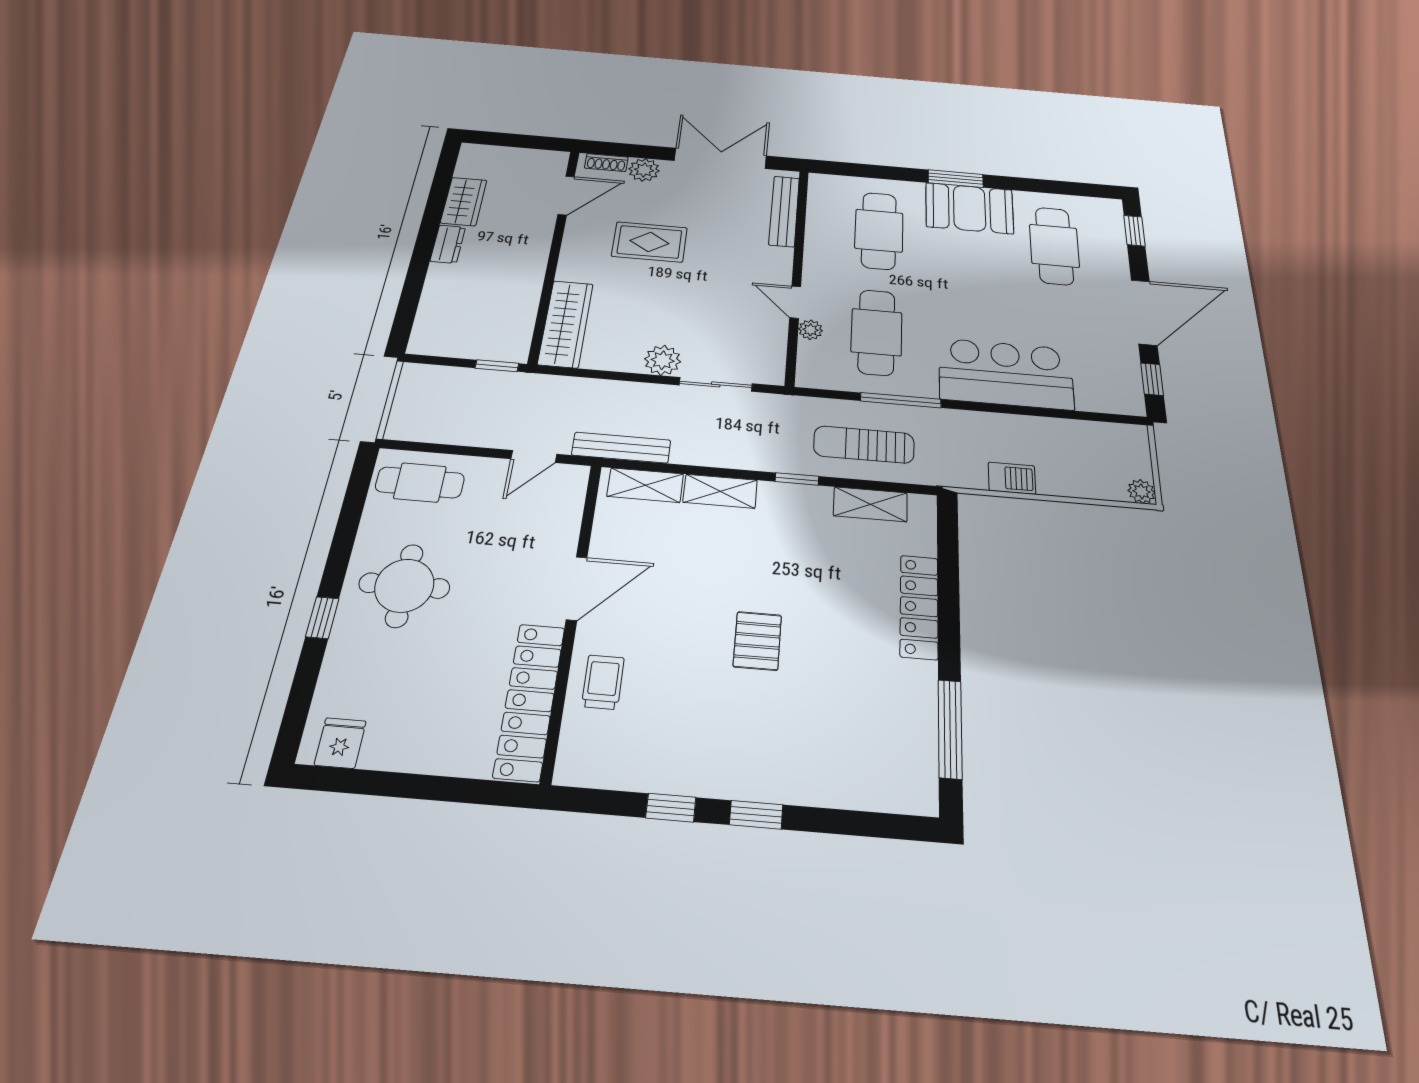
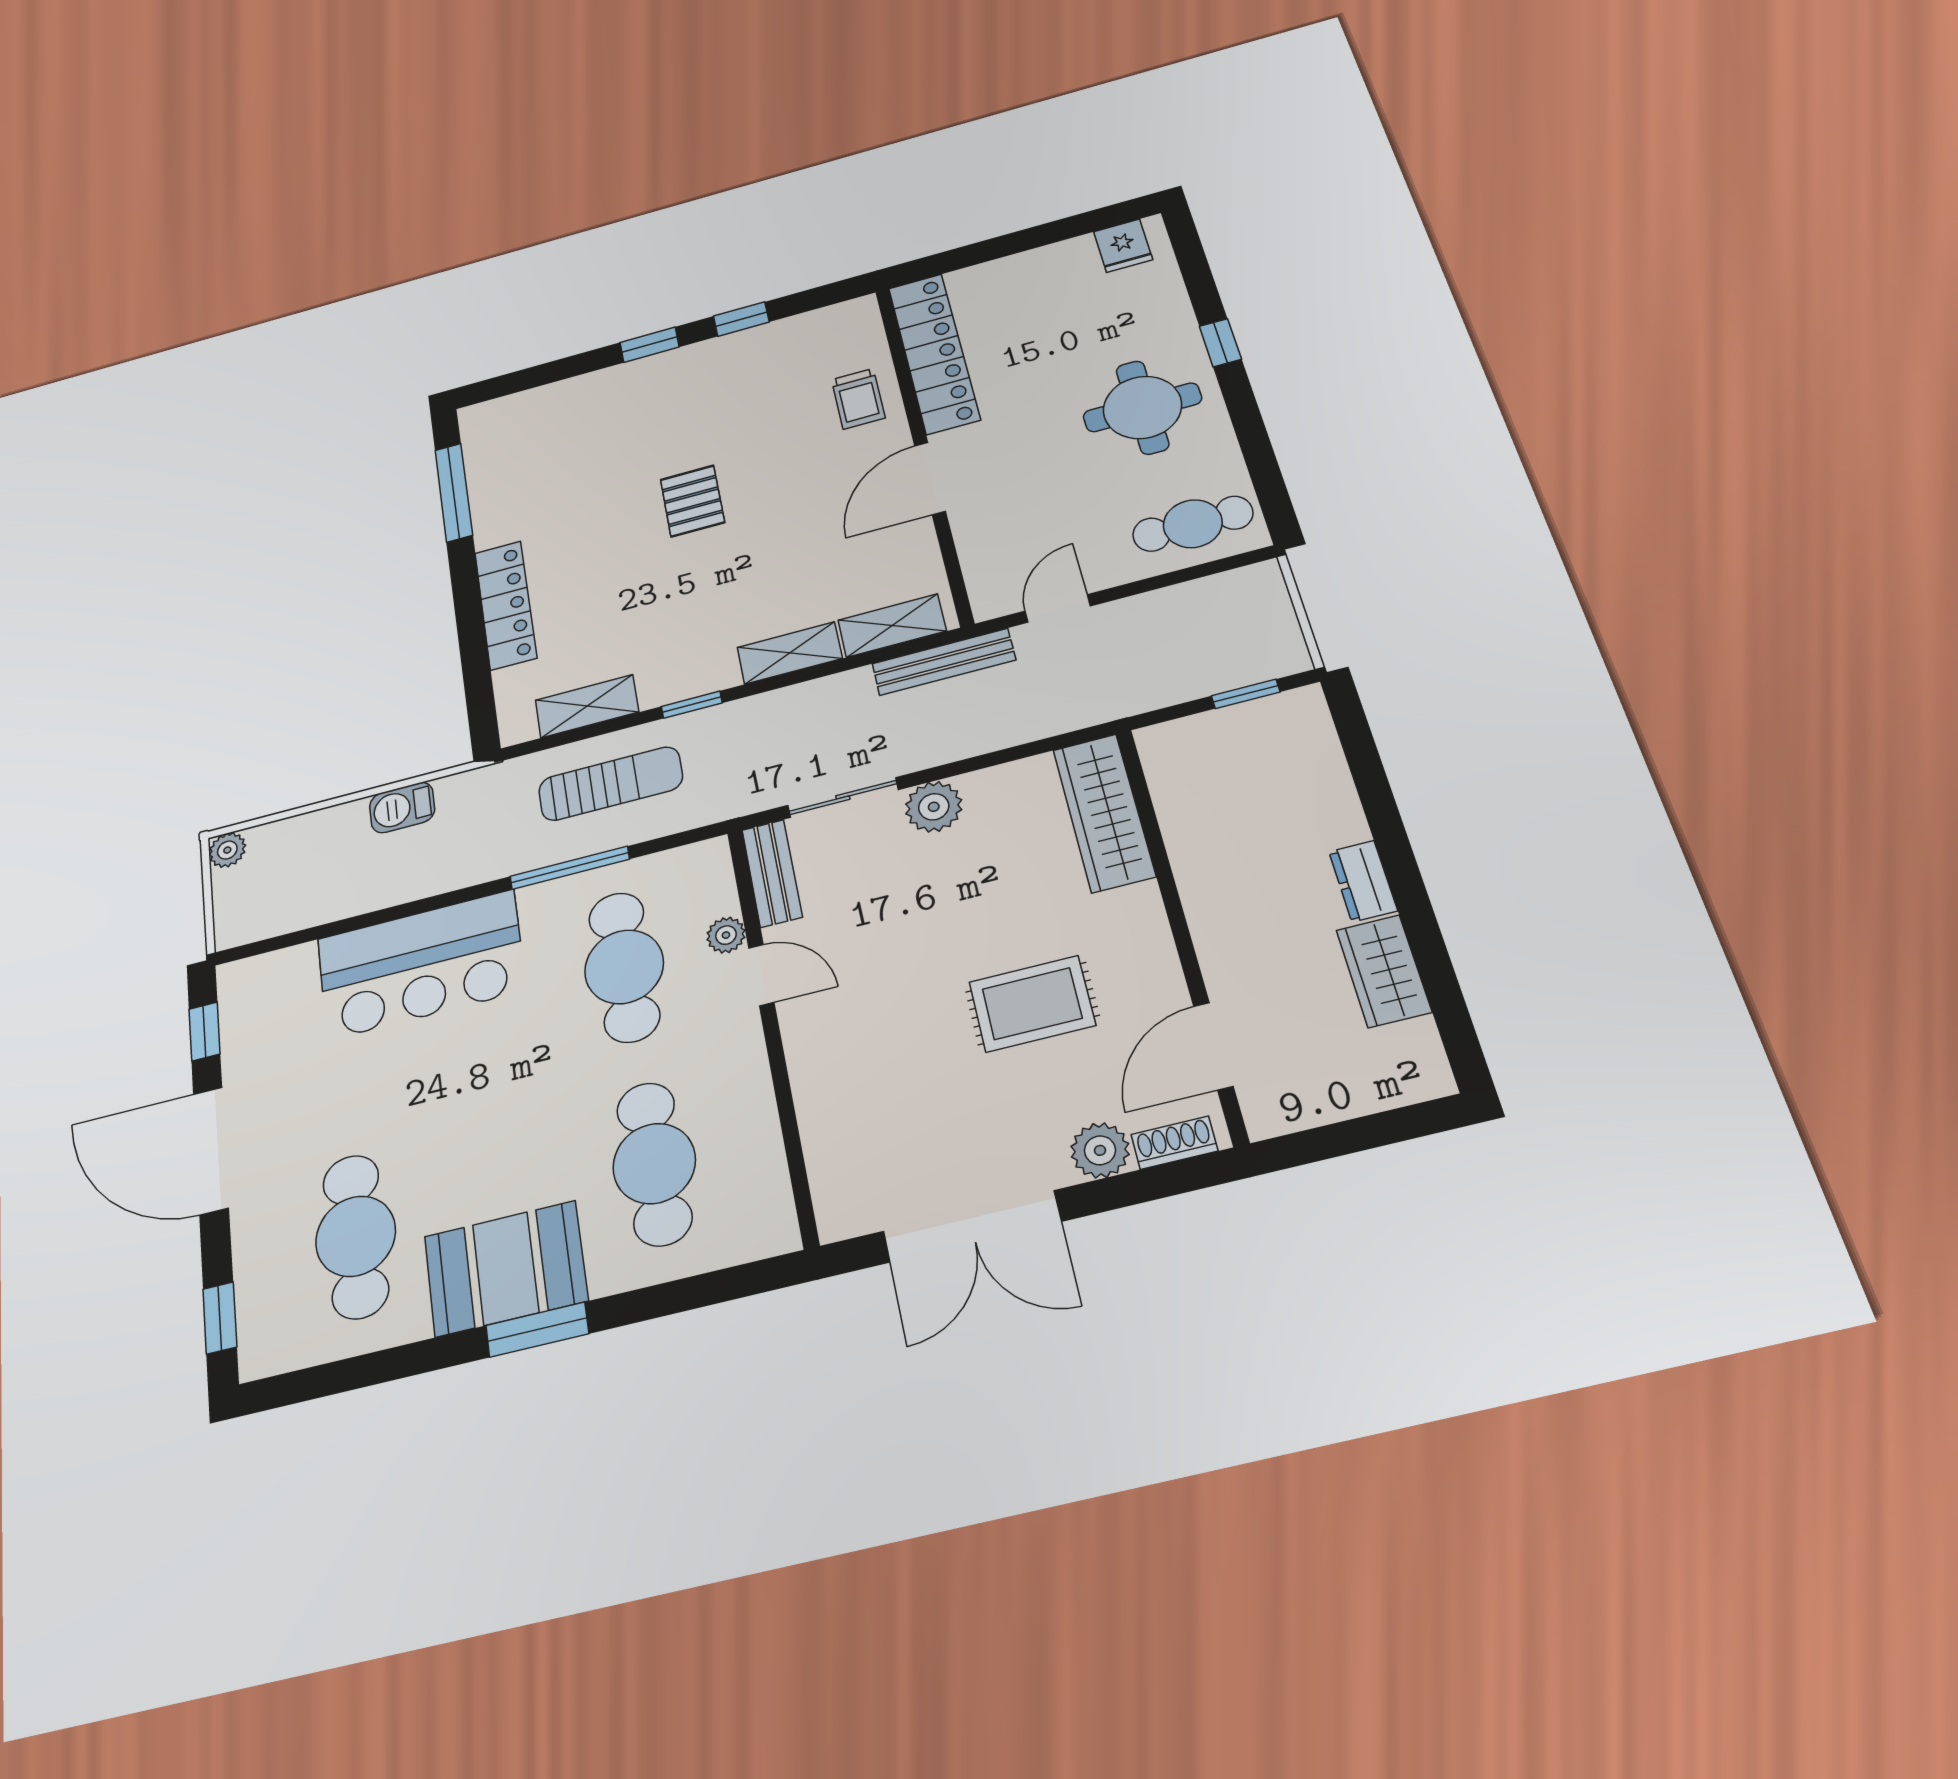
bench: (784, 211) -> (772, 873), moved, width x0.73
door: (1144, 312) -> (211, 1151), hinge flipped
window: (497, 366) -> (1246, 694), moved

